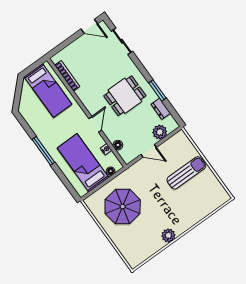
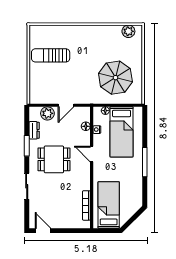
sliding door: (122, 41) -> (27, 186), moved
door: (95, 124) -> (92, 154), hinge flipped
door: (149, 151) -> (66, 105), swing flipped
sun lounger: (186, 173) -> (51, 55), moved
plant: (168, 235) -> (128, 31), moved

